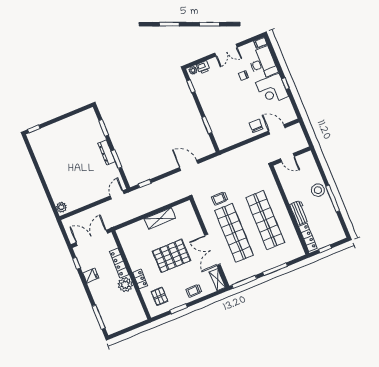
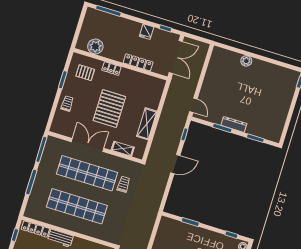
door: (189, 166) -> (175, 164), moved
plant: (61, 207) -> (246, 61), moved
shelving: (217, 280) -> (123, 149), moved
plant: (125, 285) -> (95, 46), moved

